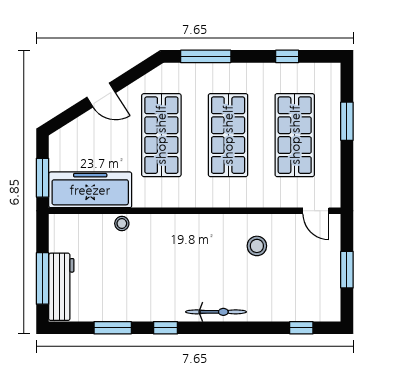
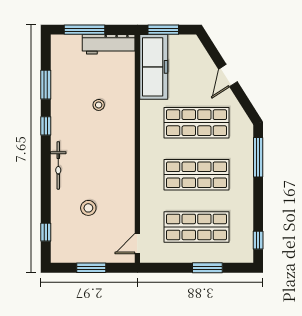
window: (287, 56) -> (258, 240), moved
stool: (122, 223) -> (99, 105), moved
stool: (257, 246) -> (88, 208), moved
workbench: (61, 287) -> (109, 44), moved

